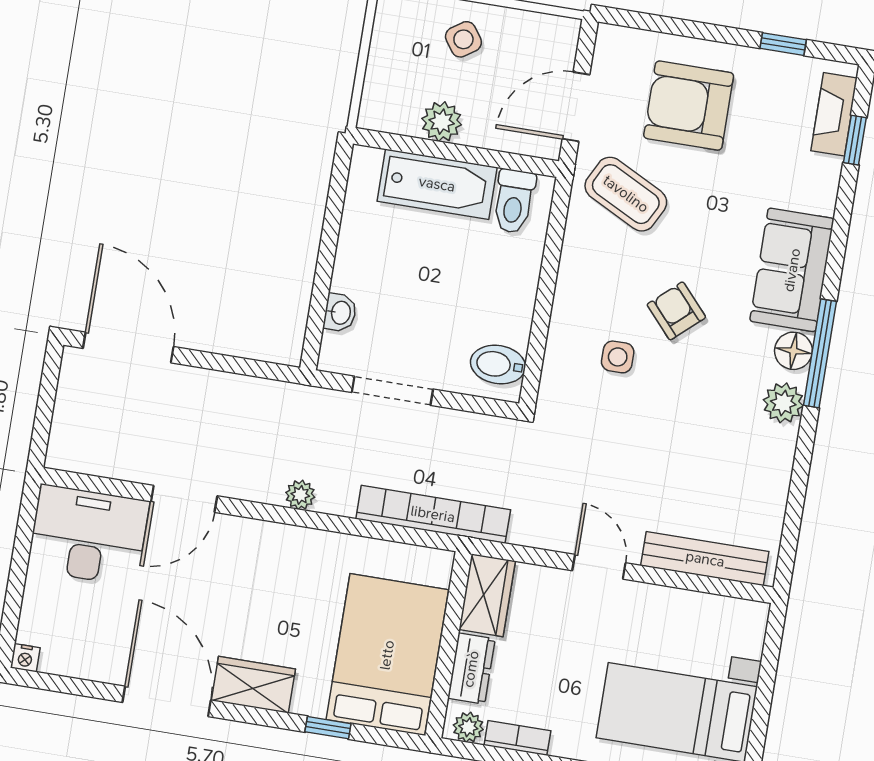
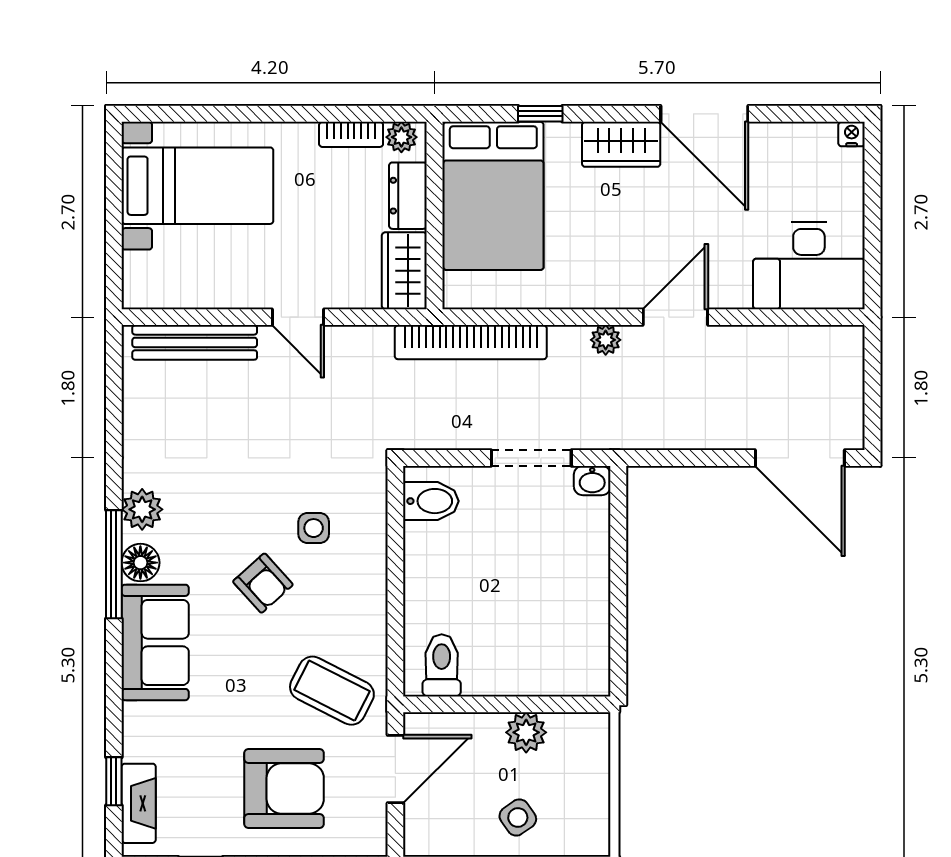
bathtub: (437, 184) -> (520, 670), removed
washbasin: (340, 313) -> (592, 481), moved, turned -90
door: (184, 499) -> (675, 317), moved

